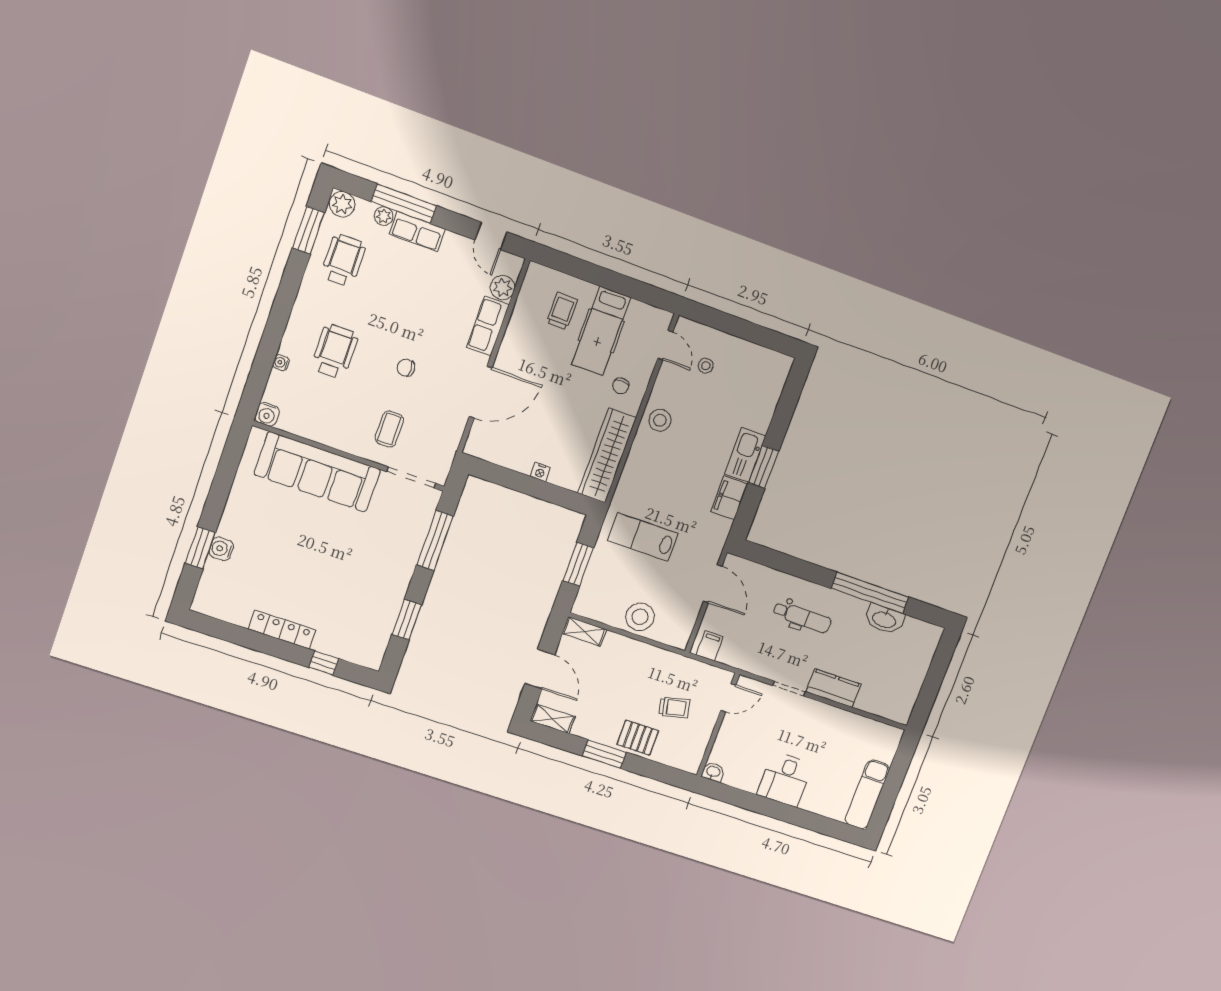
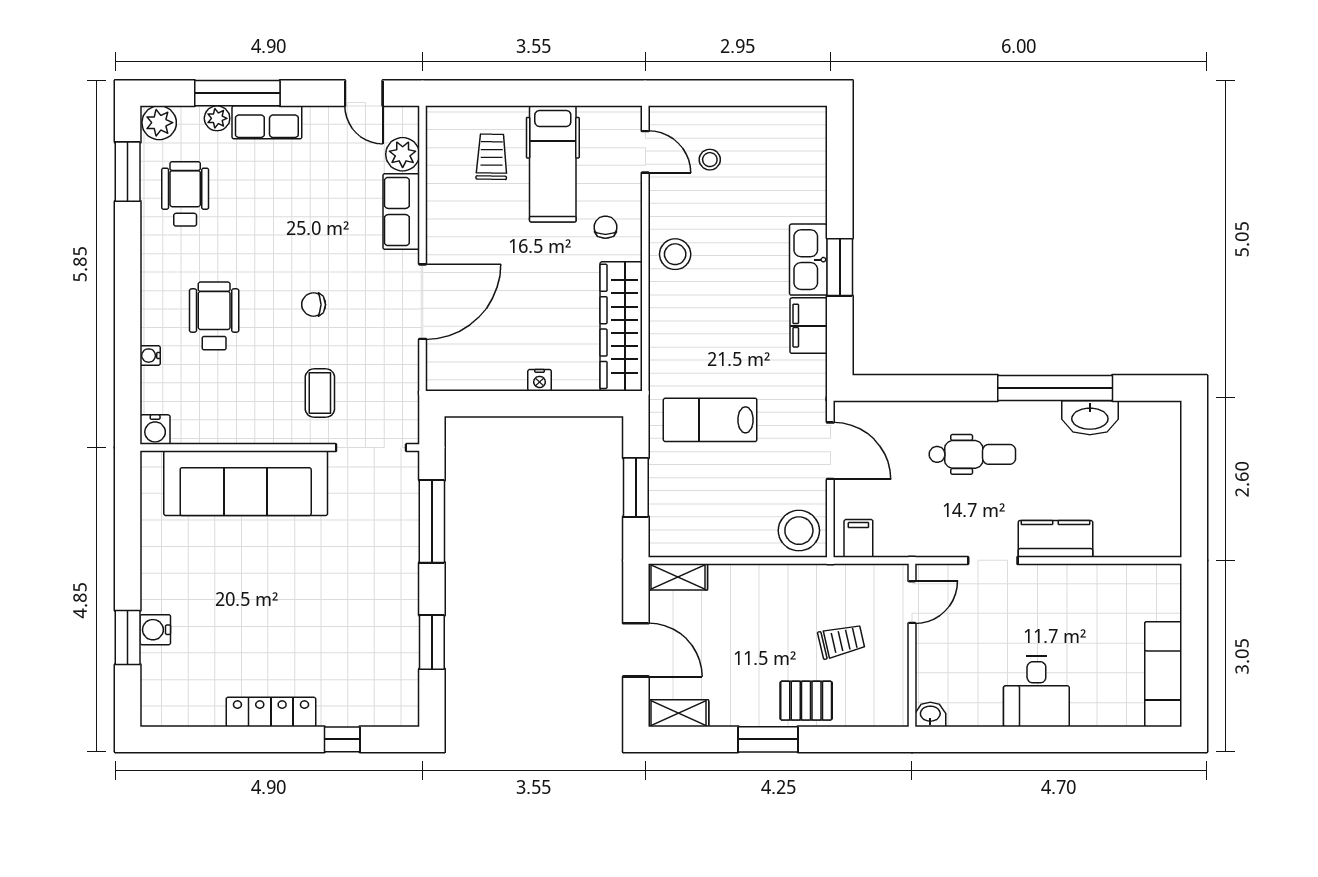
chair: (621, 386) -> (605, 227), turned 180
stool: (640, 617) -> (799, 531), moved

